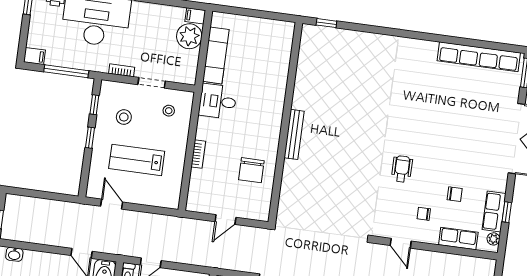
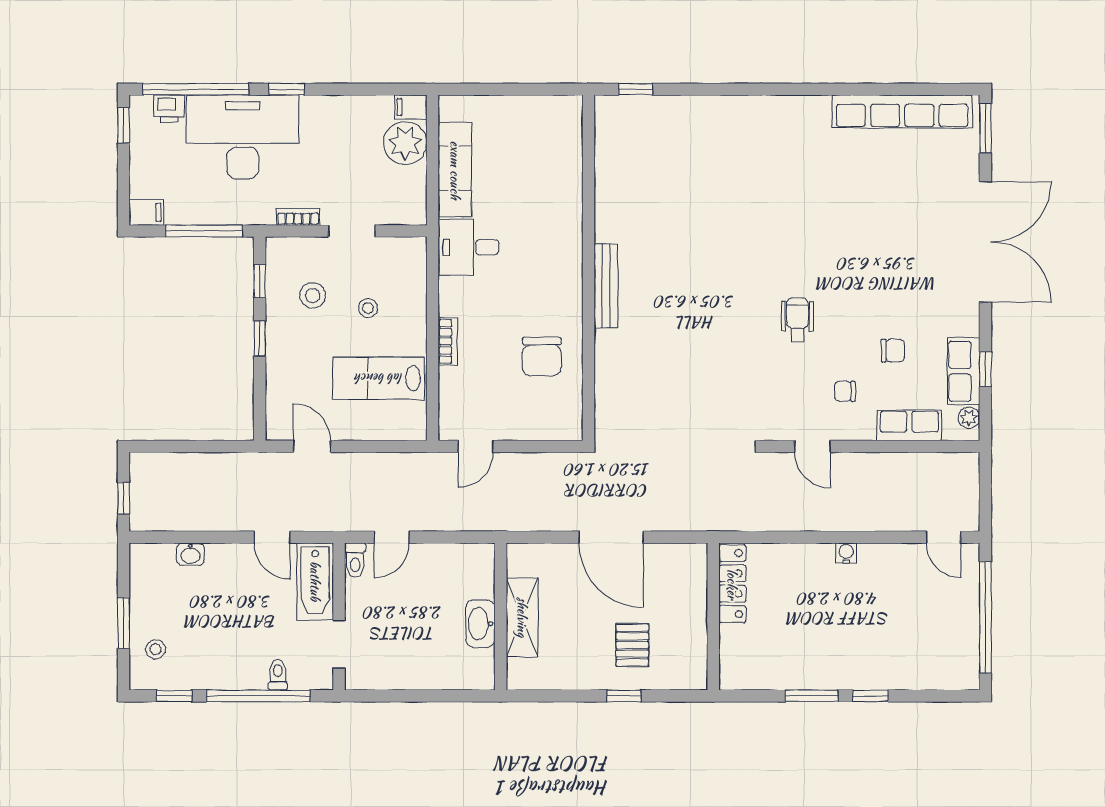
stool: (169, 111) -> (368, 308), moved
lab bench: (137, 160) -> (379, 378), moved
door: (225, 219) -> (476, 446), moved
washbasin: (14, 254) -> (190, 554), moved

